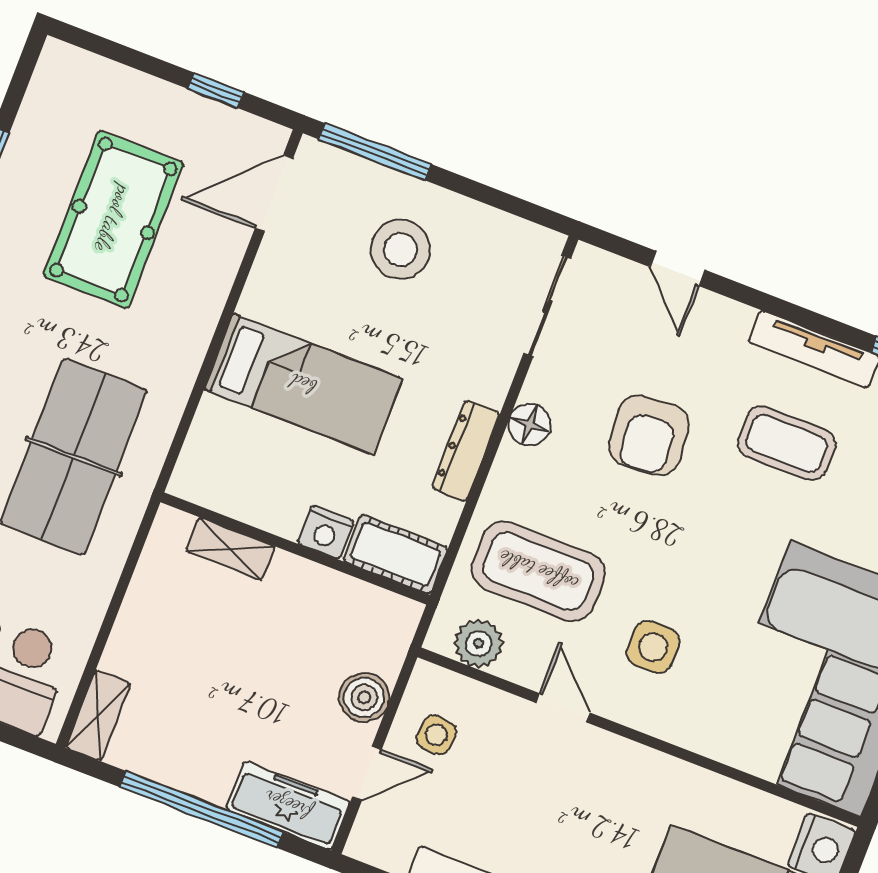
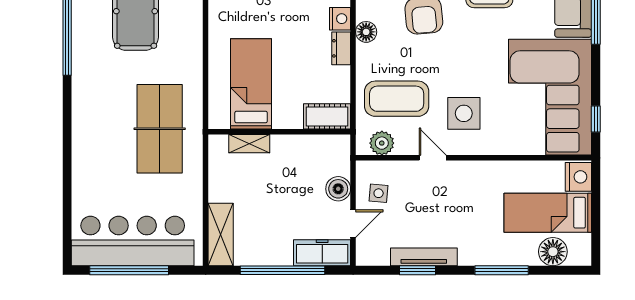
bed: (303, 384) -> (251, 84), moved, turned -90
dresser: (466, 451) -> (341, 48), width x0.70
nightstand: (326, 532) -> (340, 19), moved, turned -90
side table: (653, 647) -> (464, 113), width x1.37, depth x1.37
shelving: (98, 716) -> (221, 235), width x1.50, depth x1.33

